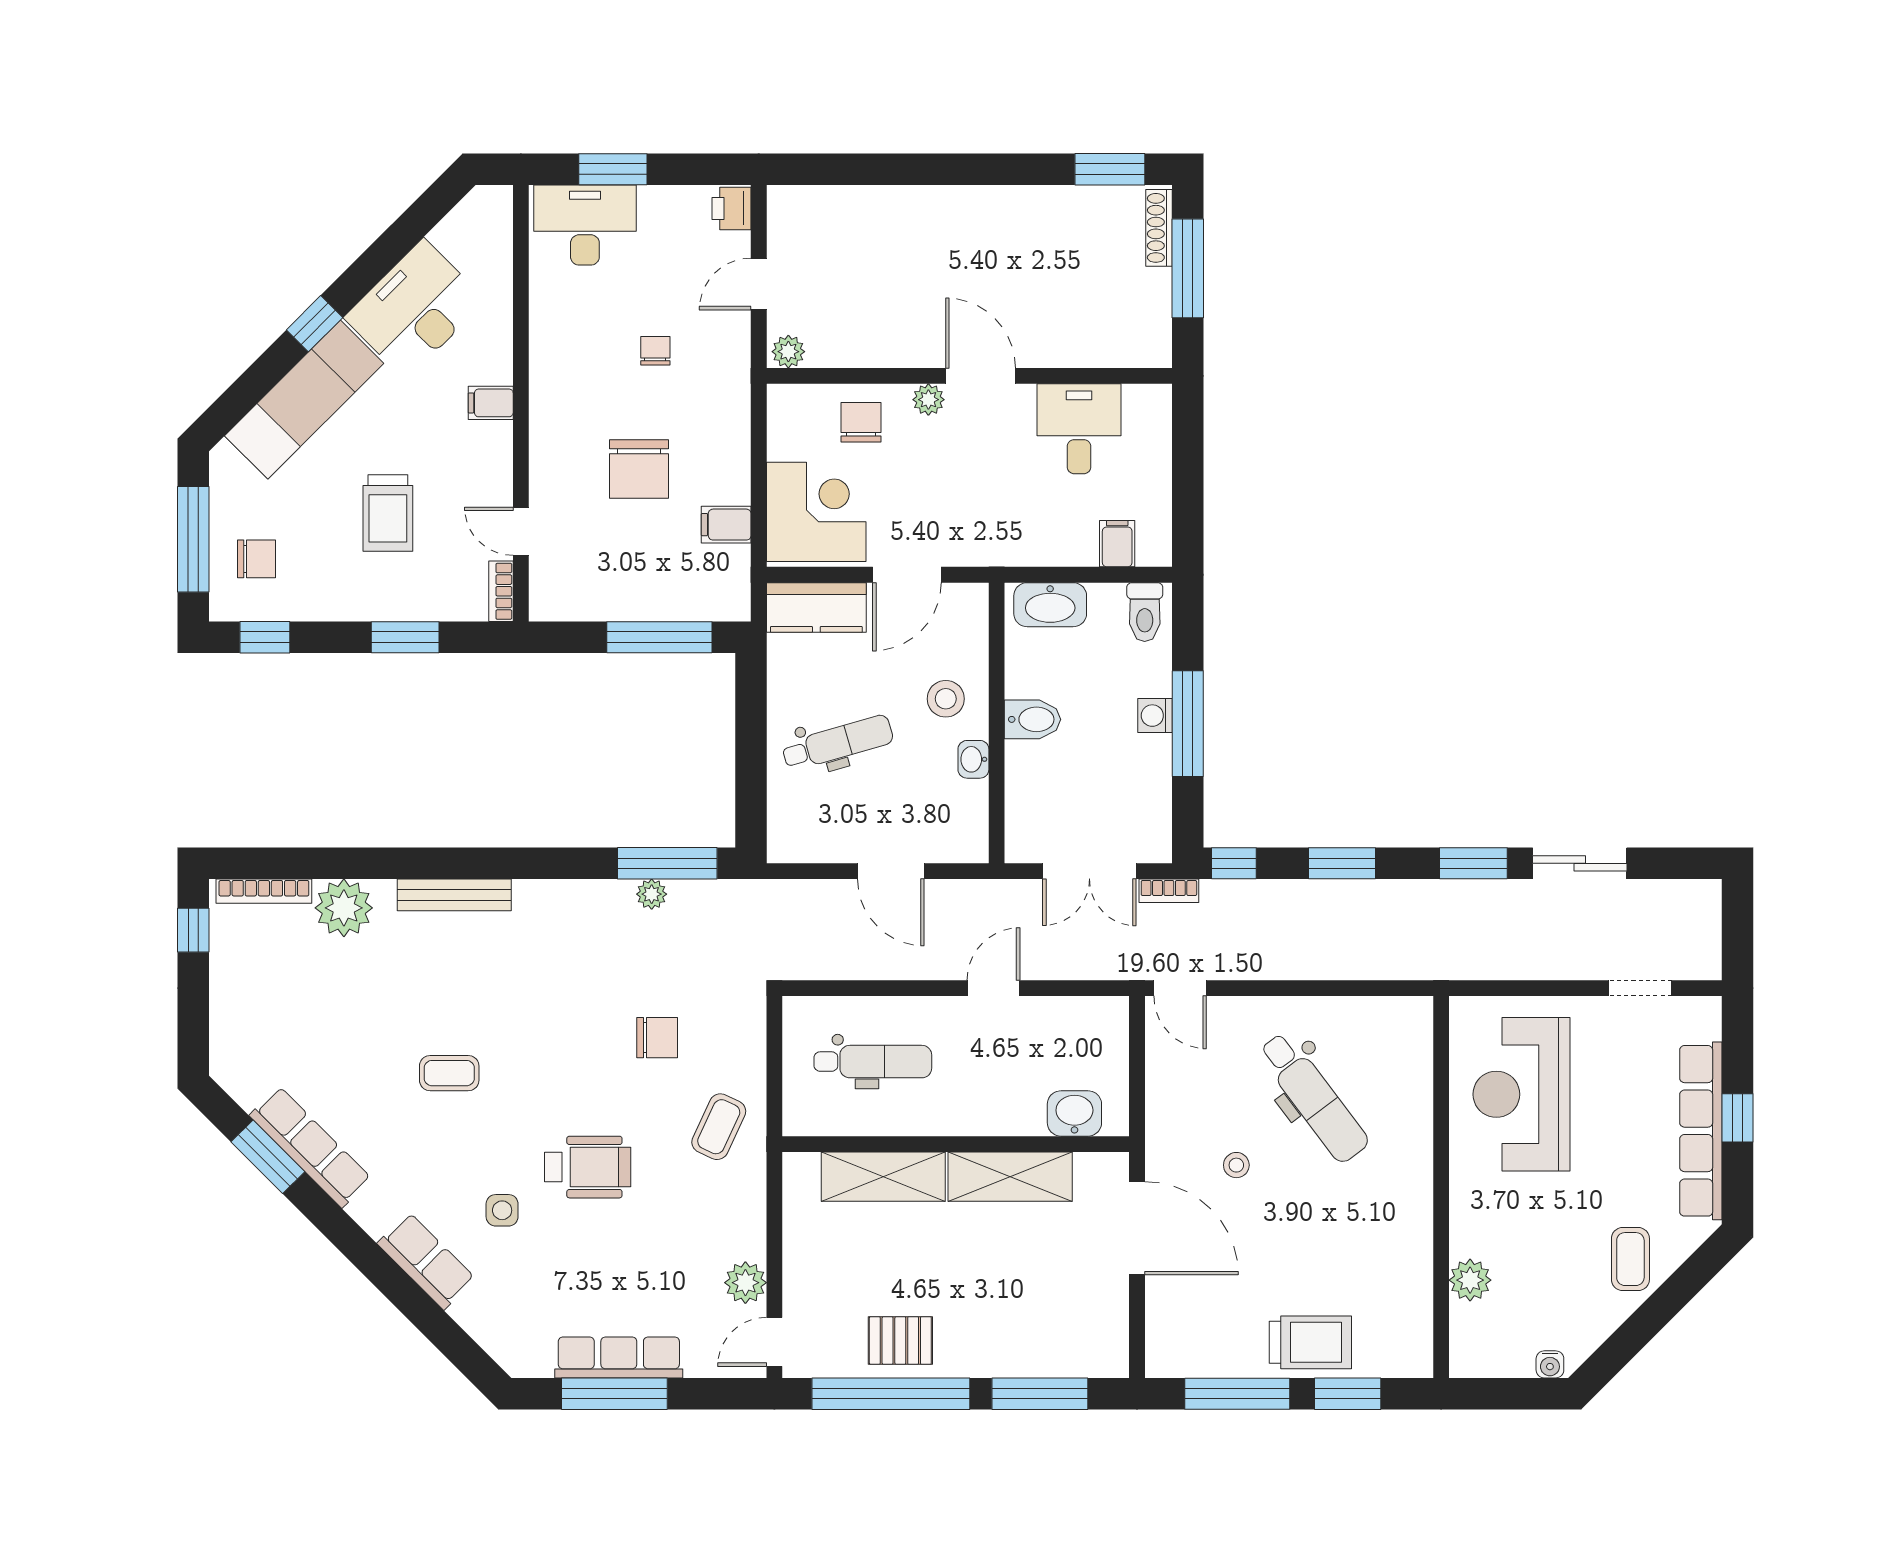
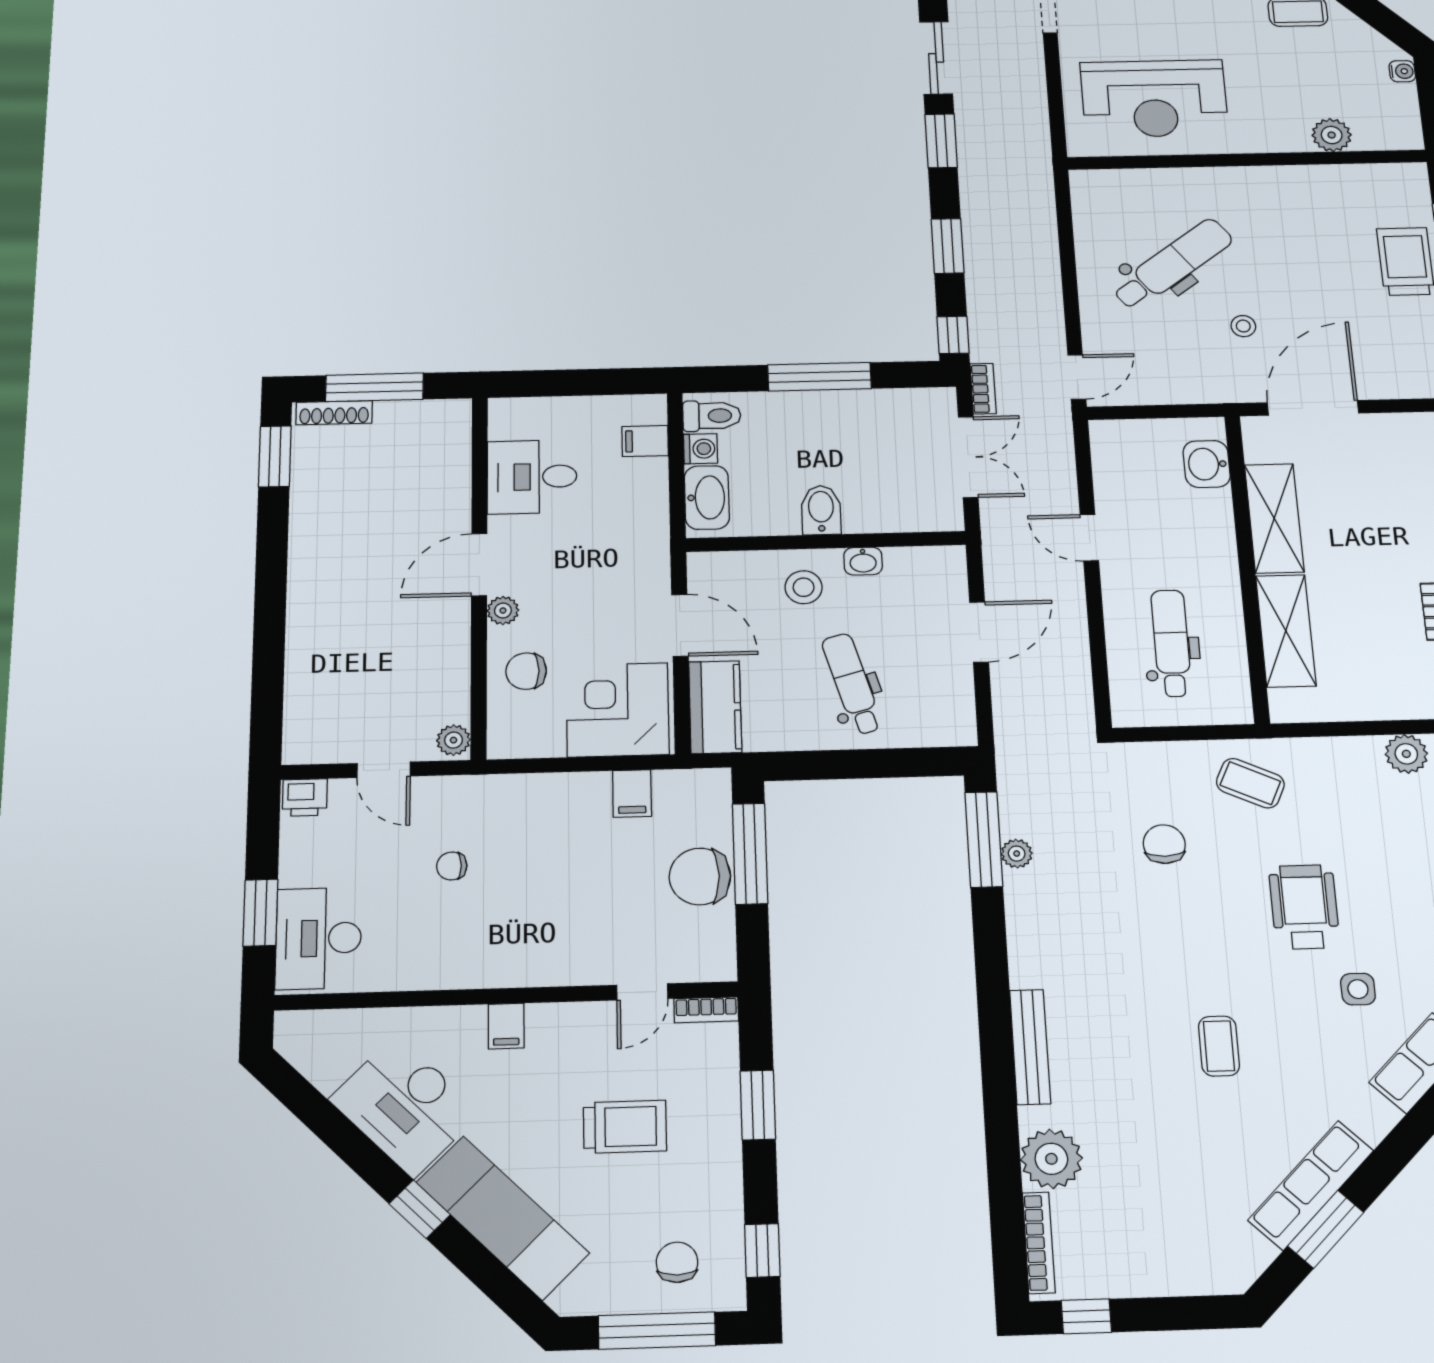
chair: (639, 469) -> (700, 876), moved, turned 180
washing machine: (1155, 716) -> (701, 449), moved, turned -90

